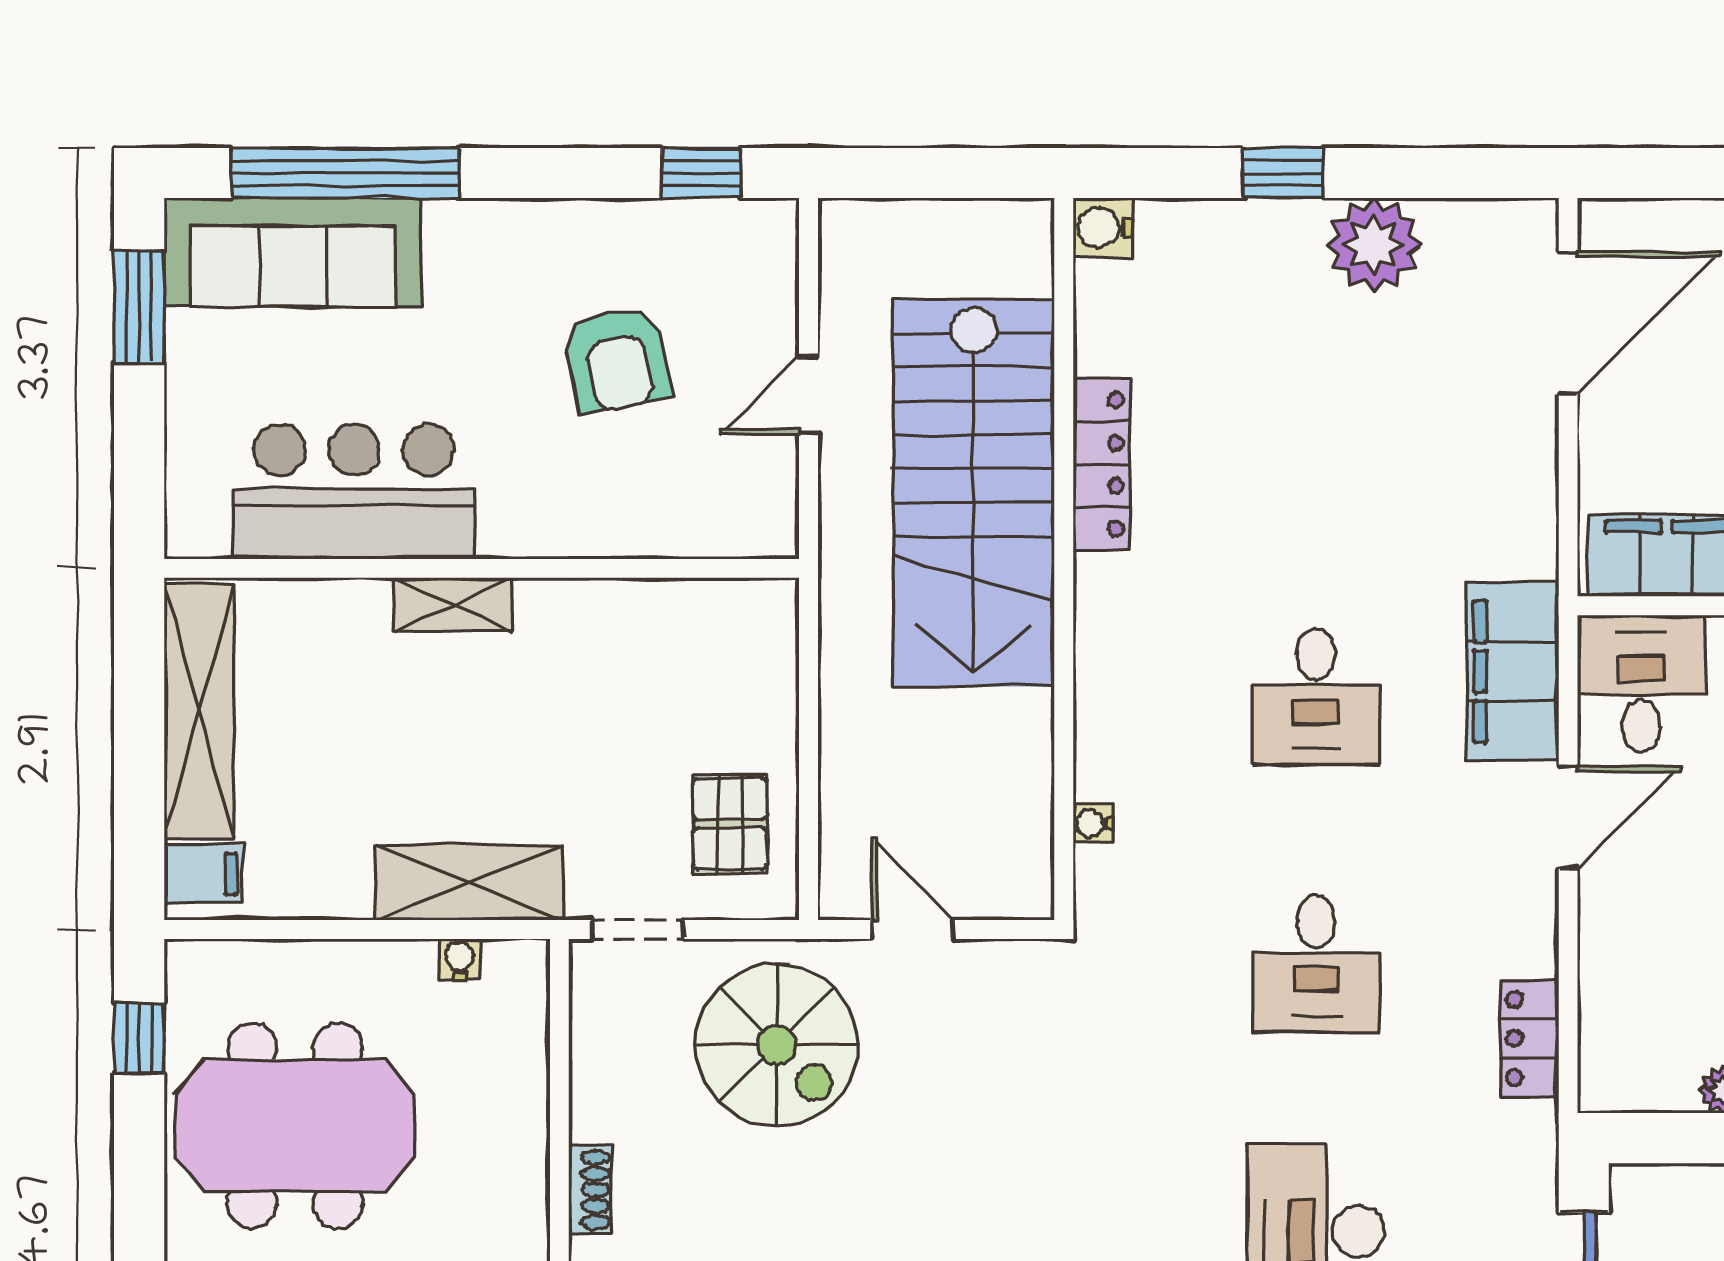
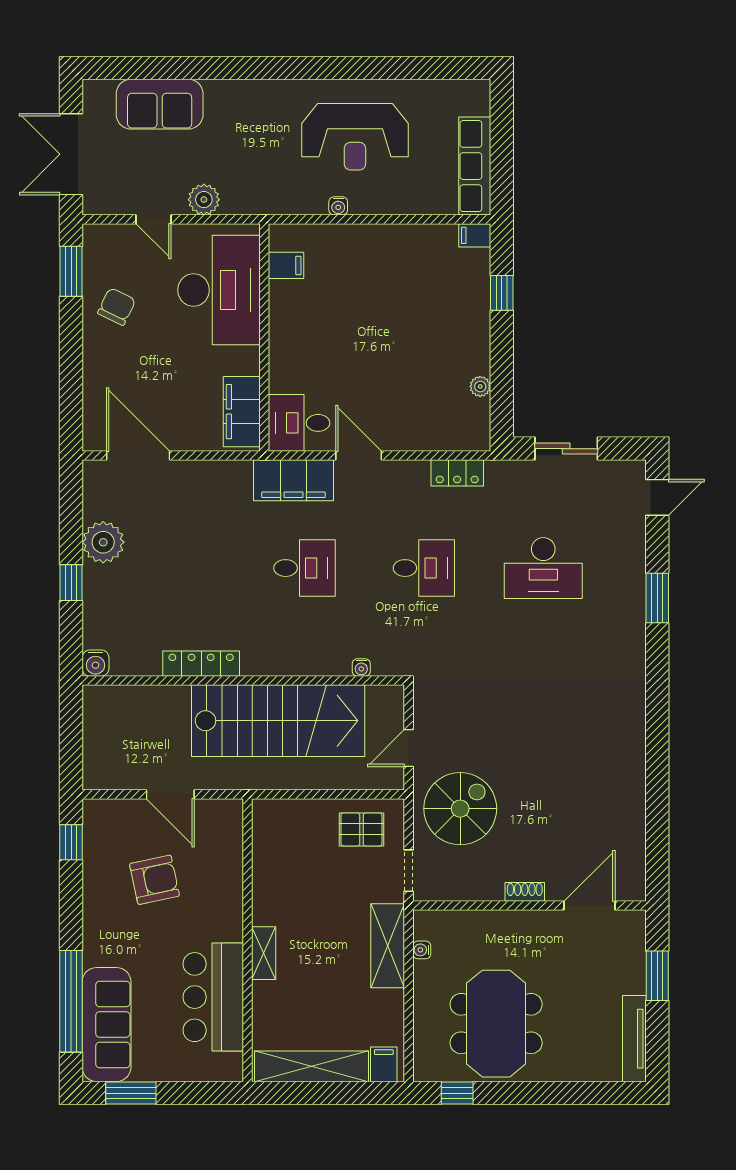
door: (808, 395) -> (170, 794), width x1.38
stairs: (974, 493) -> (278, 721), moved

